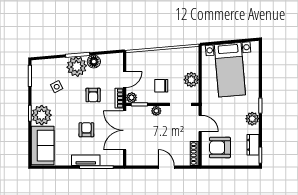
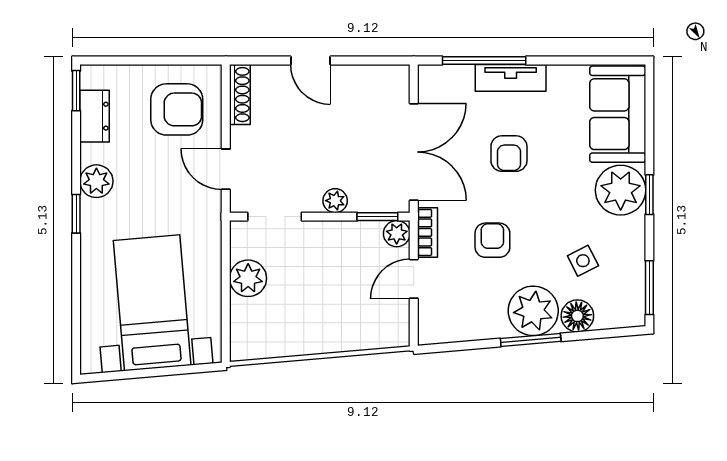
floor lamp: (94, 62) -> (577, 316), moved
chair: (161, 86) -> (323, 263), removed

